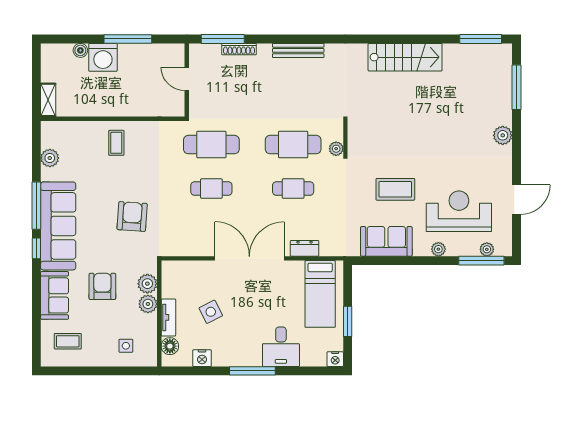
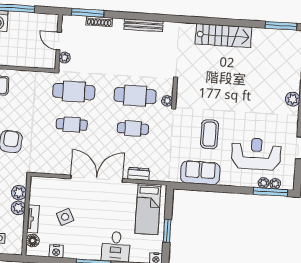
plant: (196, 100) -> (65, 58), added
coffee table: (395, 189) -> (210, 134), turned 90
plant: (438, 249) -> (264, 183), moved

